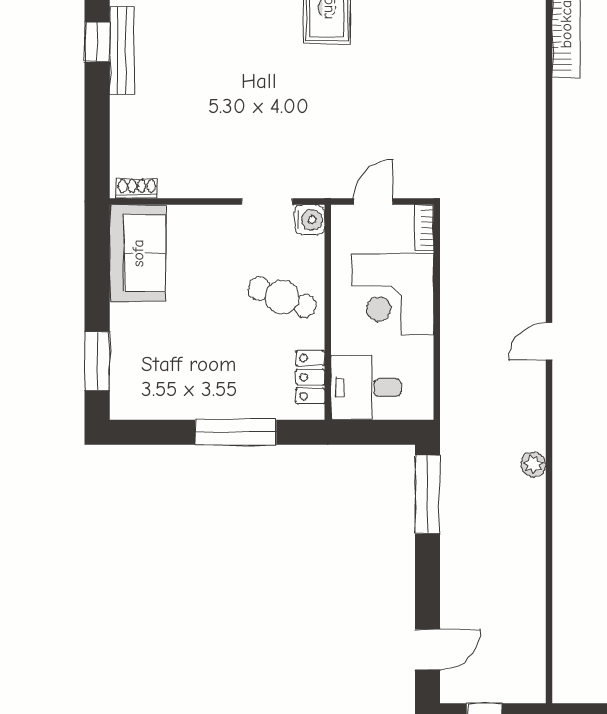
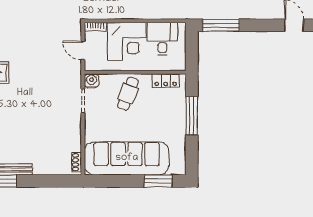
sofa: (138, 253) -> (127, 158), width x1.85, depth x1.27
desk: (366, 387) -> (162, 39), moved, turned 180

